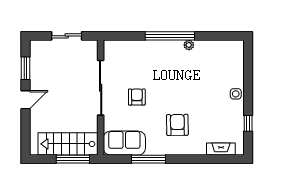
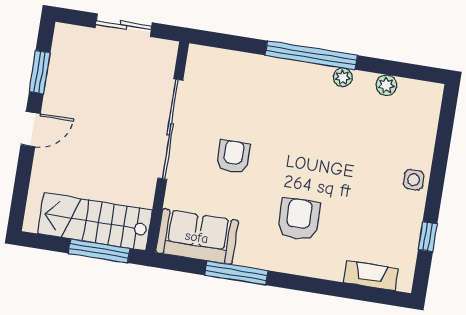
plant: (213, 45) -> (386, 85), added

